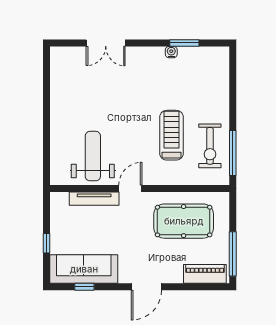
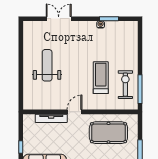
double door: (106, 43) -> (59, 19), swing flipped
exercise bike: (210, 146) -> (125, 85), turned 180
weight bench: (93, 156) -> (47, 65), moved

